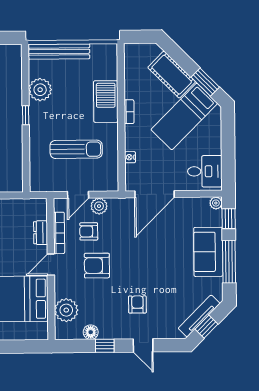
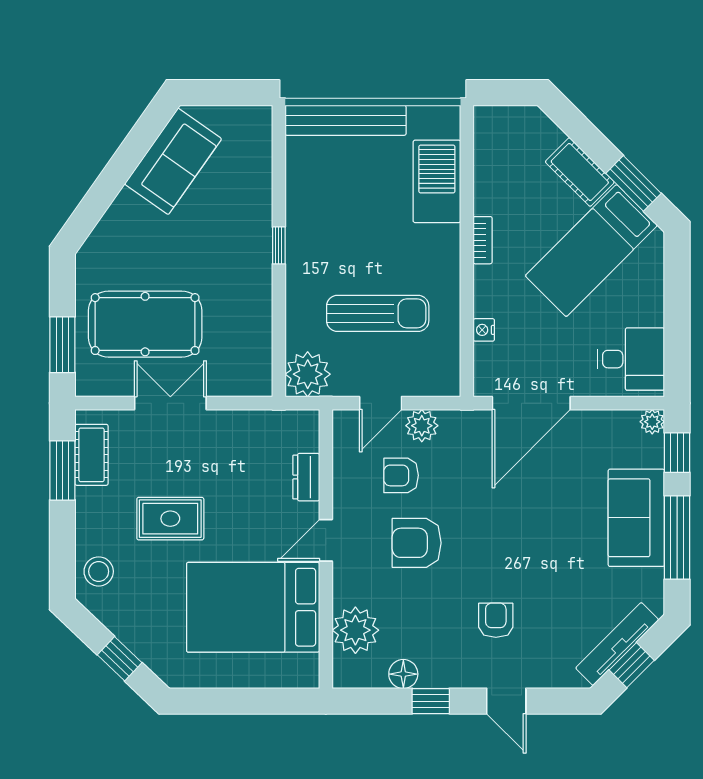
cot: (172, 75) -> (580, 172), width x0.73, depth x0.75
plant: (40, 90) -> (308, 374), moved
barbecue: (106, 102) -> (437, 181), moved
bookcase: (59, 233) -> (343, 478), removed

